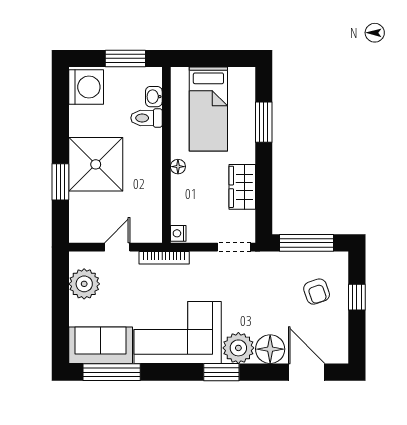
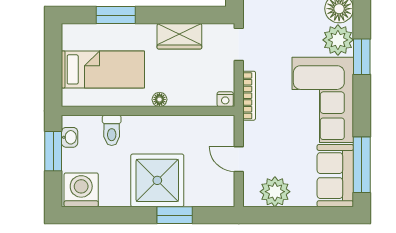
washbasin: (154, 97) -> (70, 137), moved, turned -90
bookcase: (164, 258) -> (249, 96), moved

